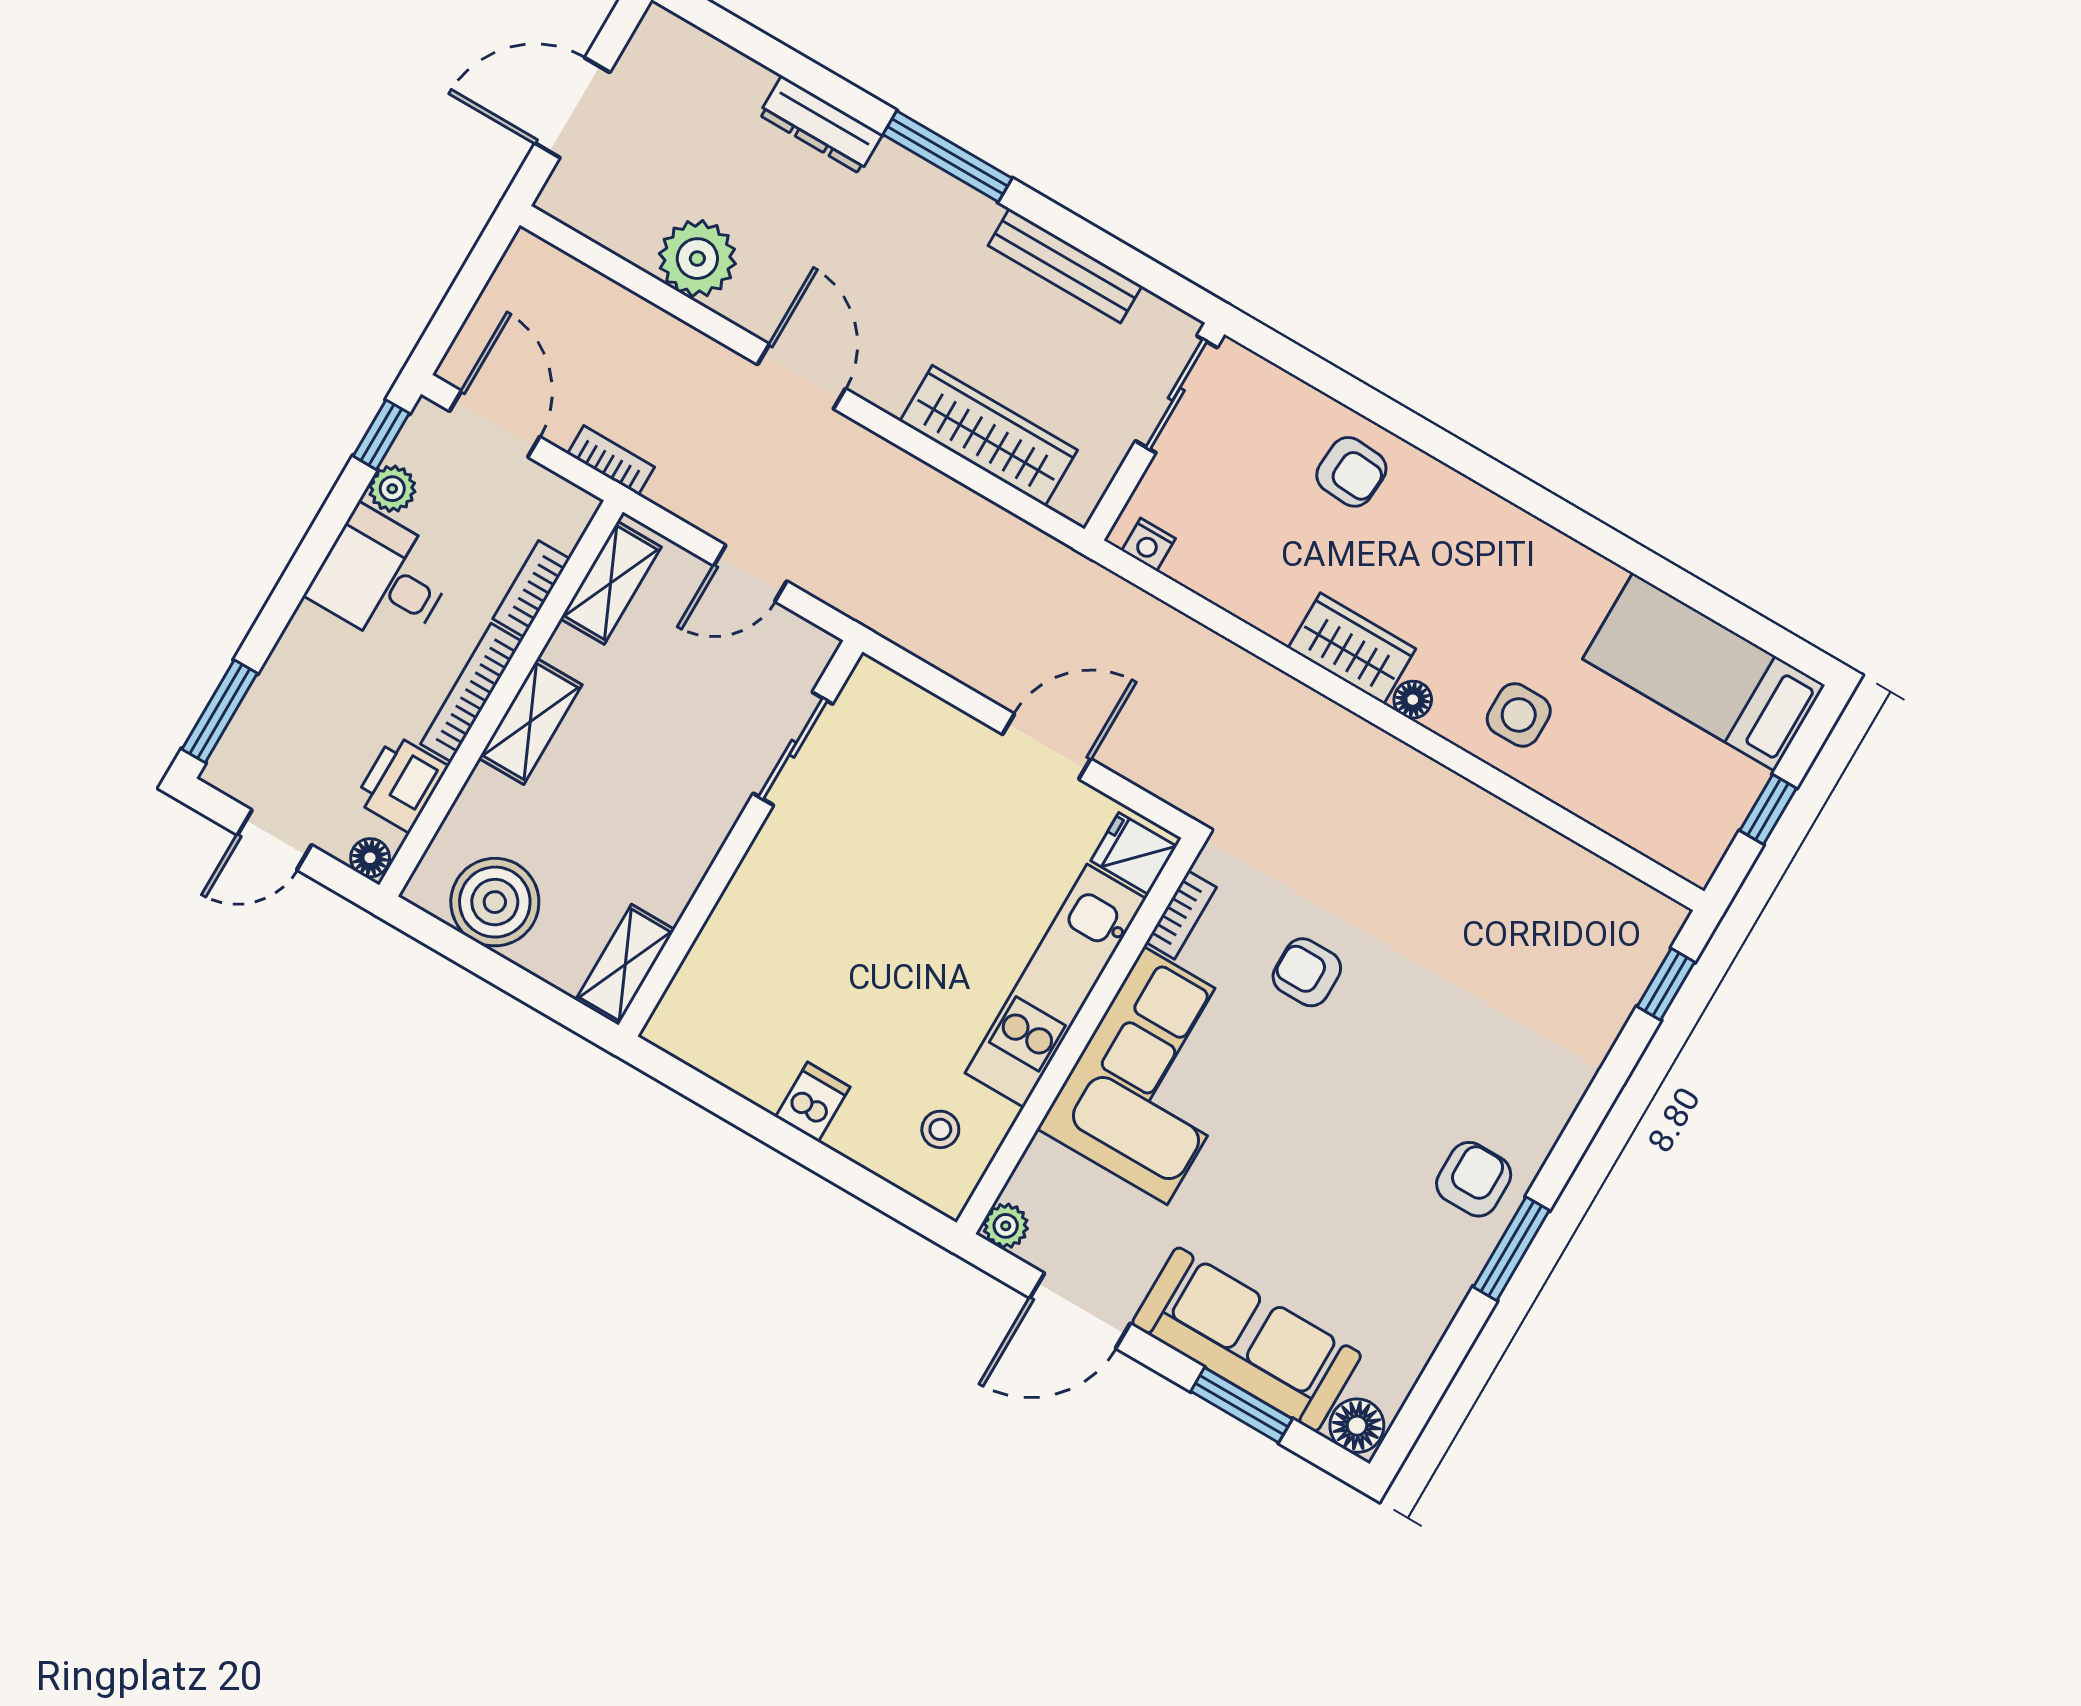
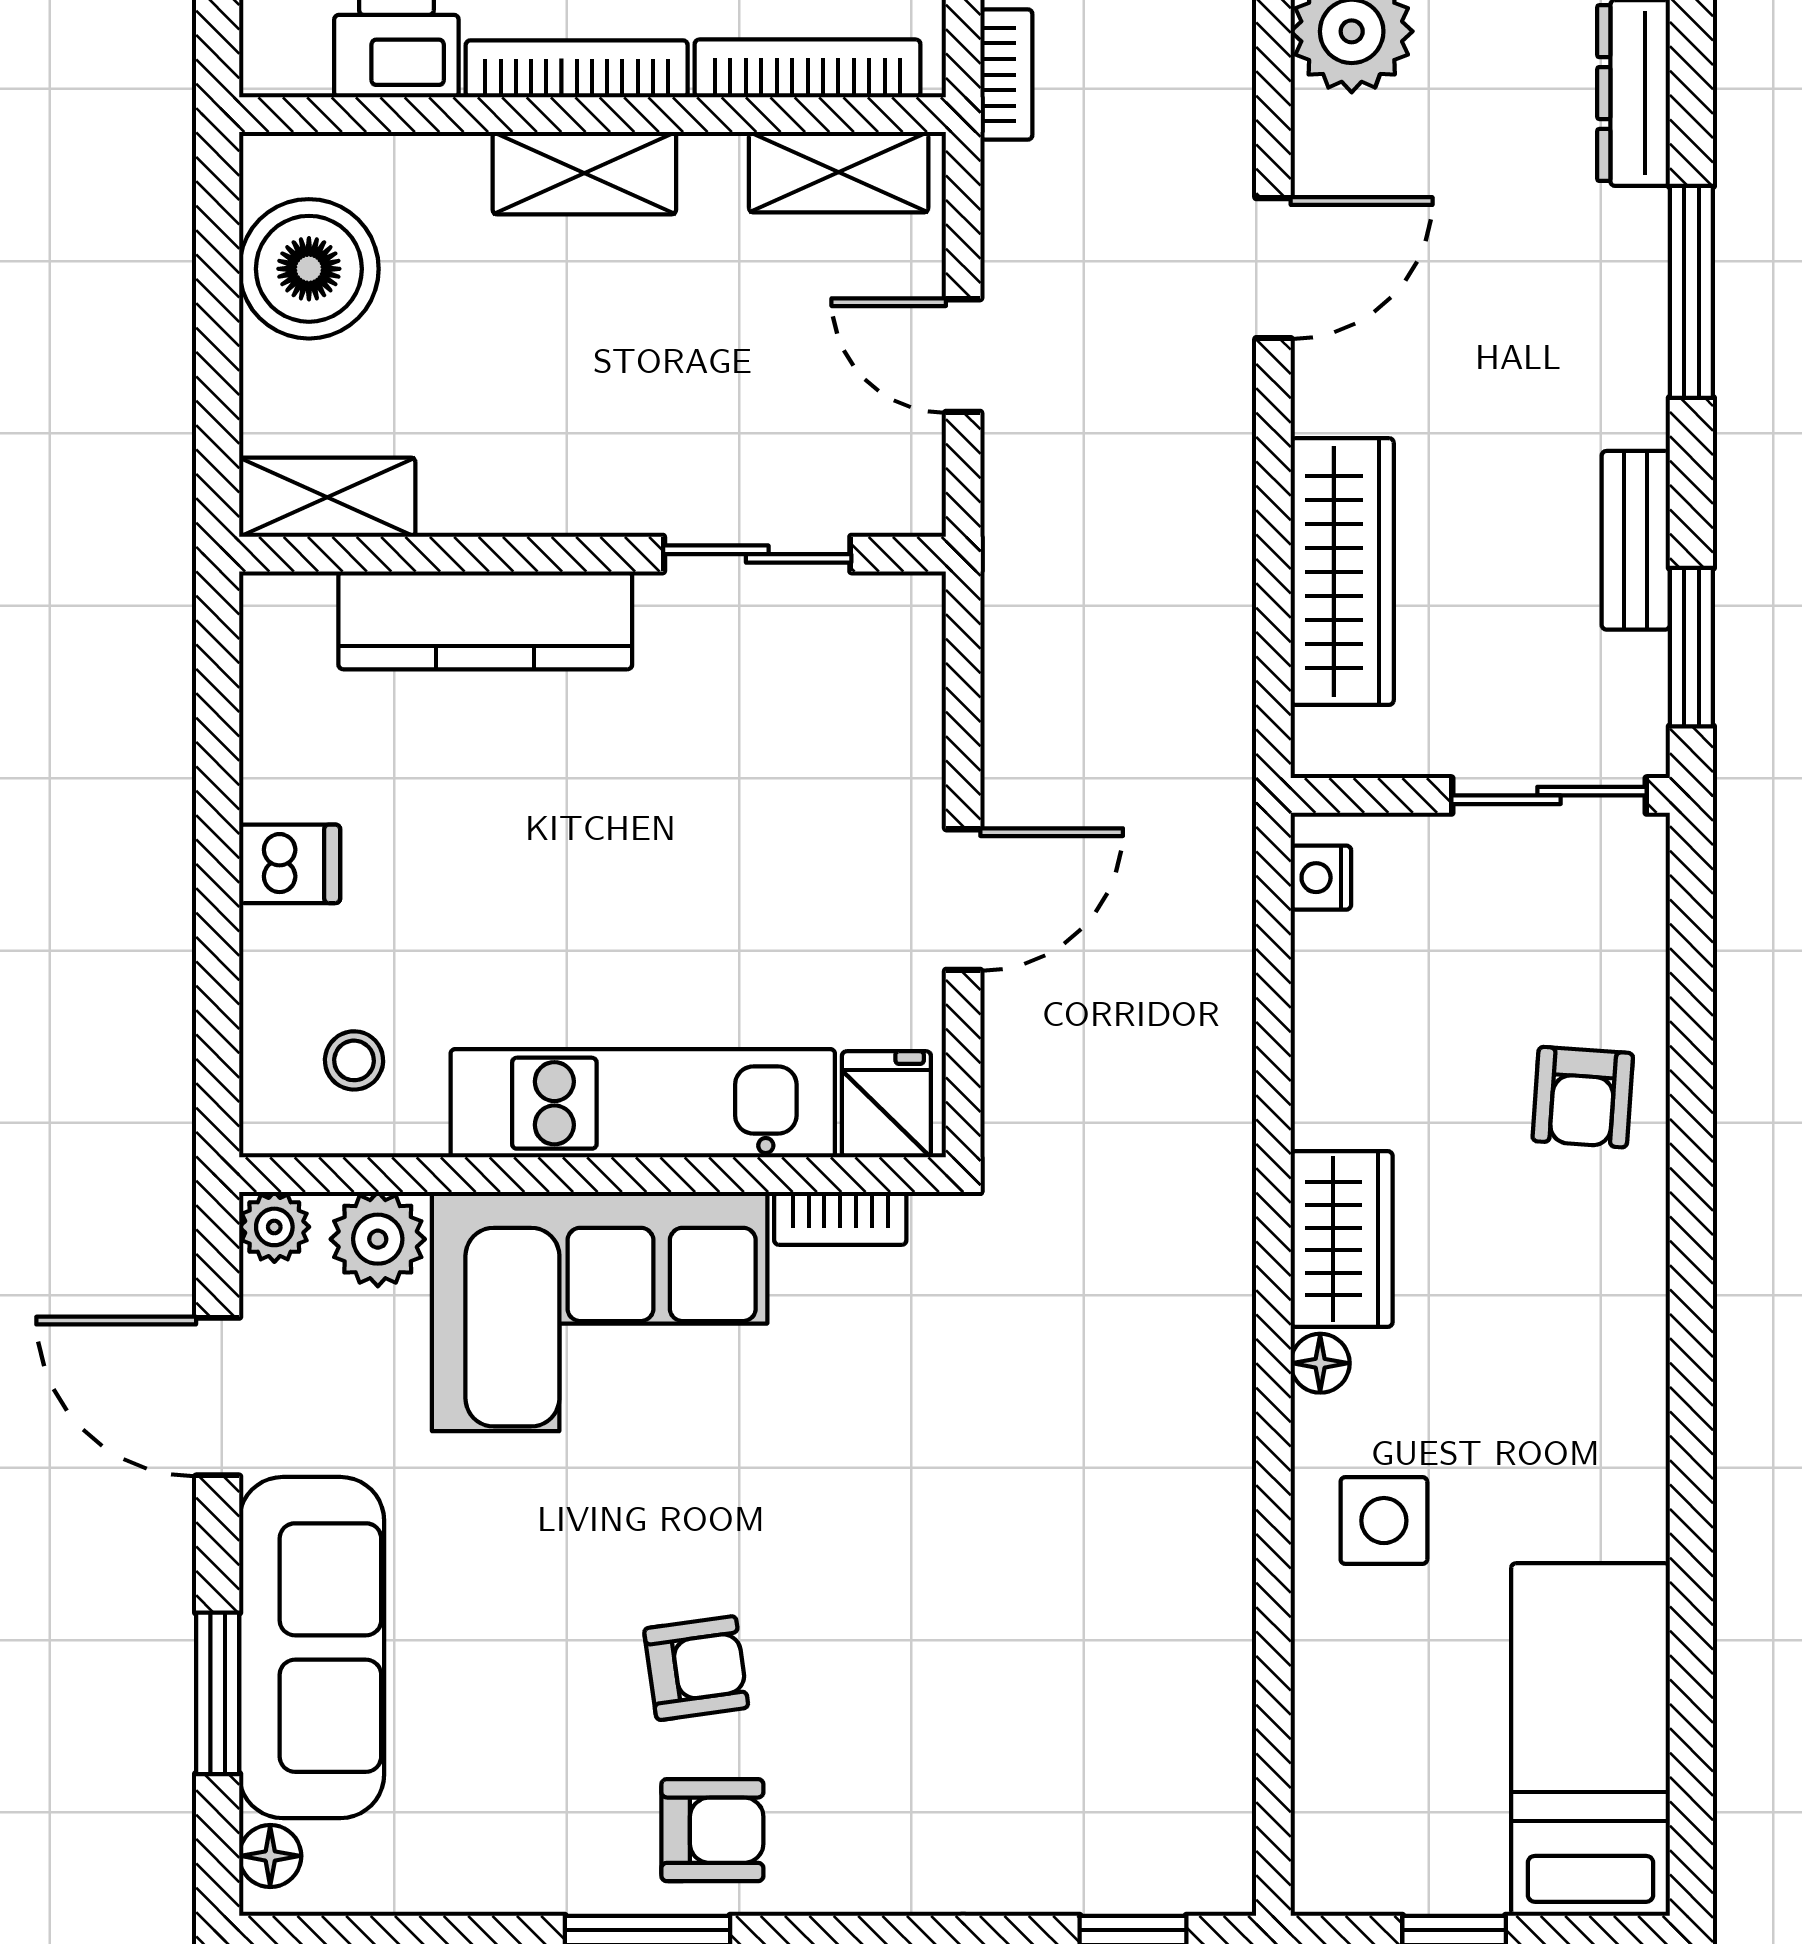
bench: (1065, 266) -> (1636, 540), width x0.73
window: (1141, 269) -> (1691, 647), added
bookcase: (531, 589) -> (808, 68), width x1.56
door: (1047, 746) -> (963, 900), hinge flipped
floor lamp: (370, 858) -> (270, 63), removed
kitchen counter: (742, 918) -> (485, 620), added
armchair: (1307, 972) -> (696, 1668), moved, turned 82
plant: (1045, 1173) -> (378, 1239), added
floor lamp: (1357, 1426) -> (270, 1856), width x0.73, depth x0.73

